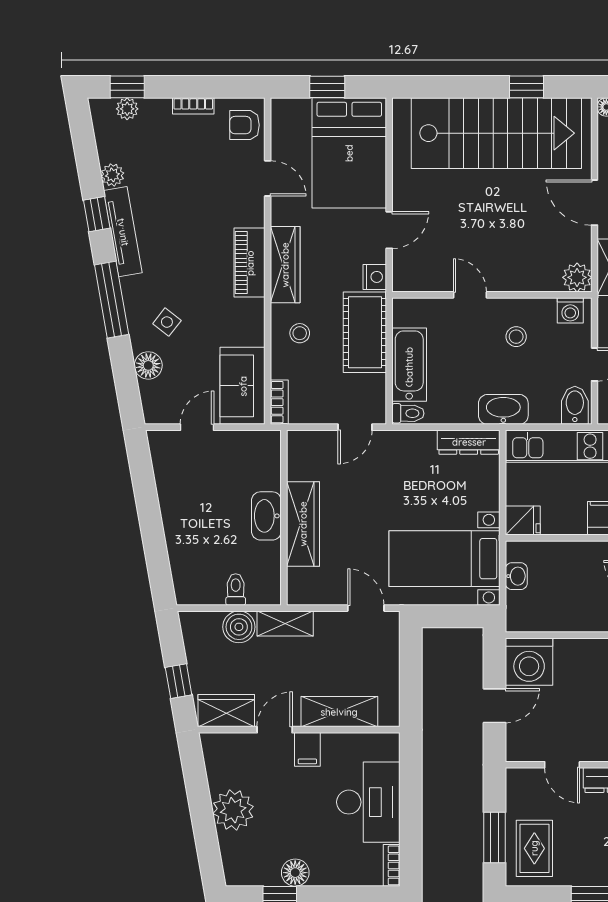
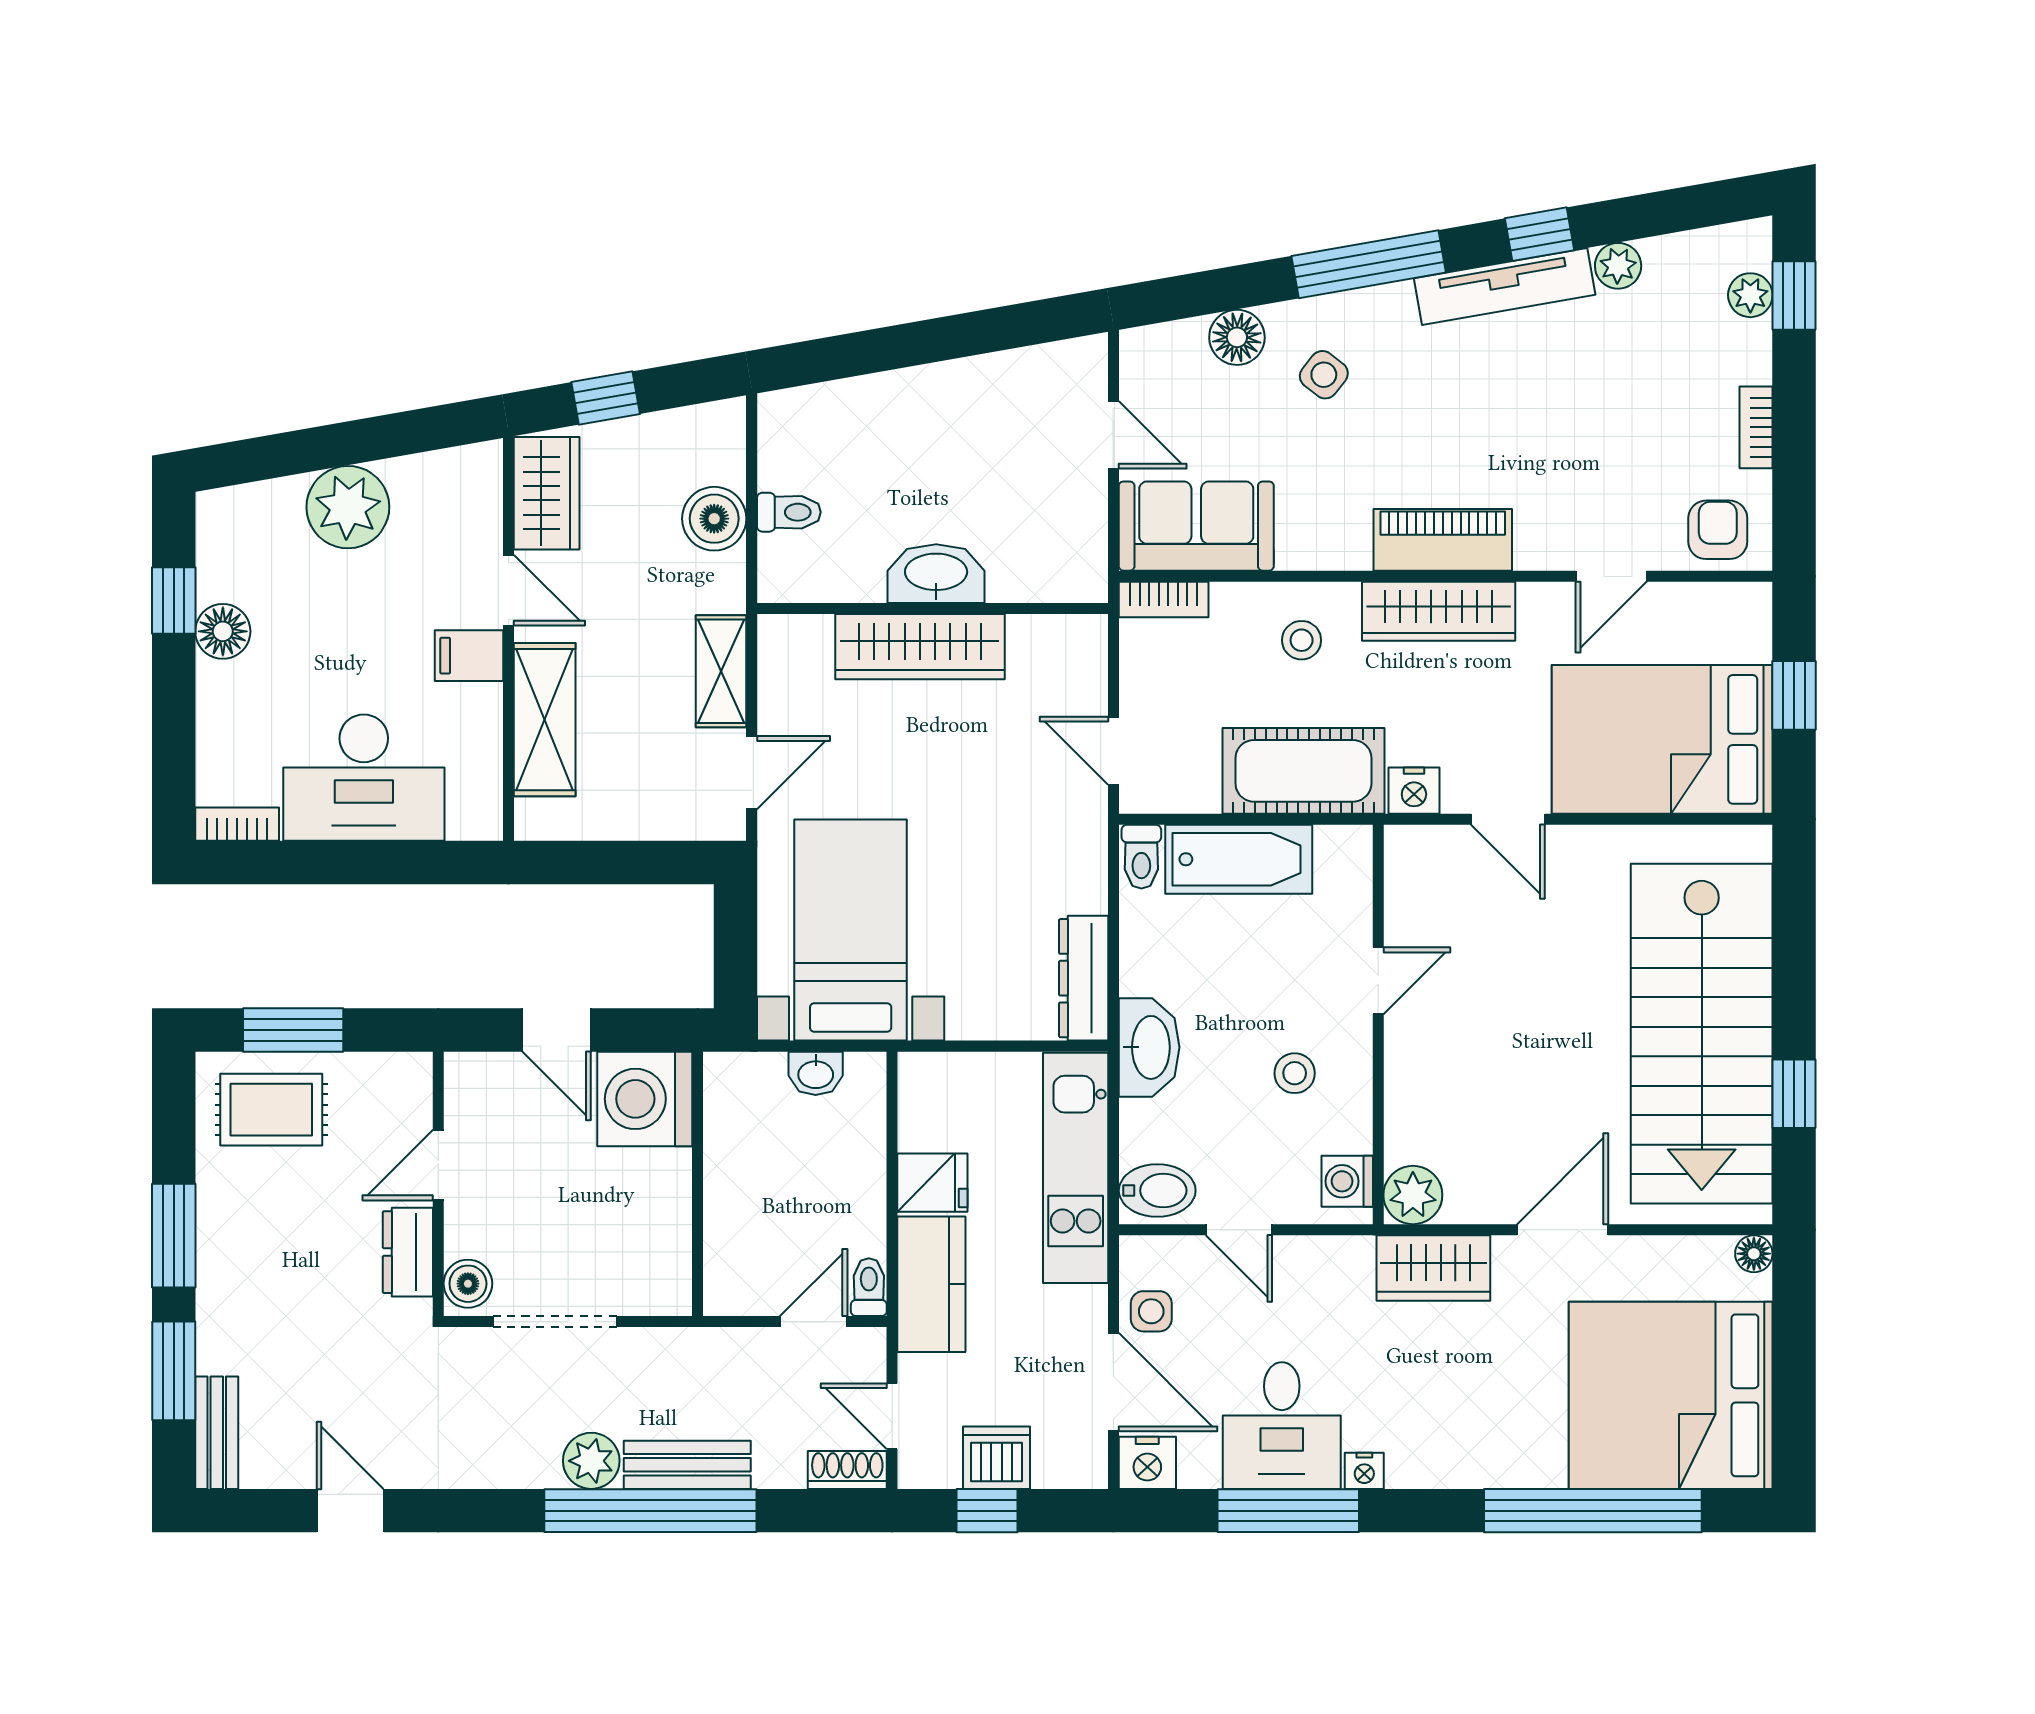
fridge: (523, 521) -> (932, 1183), moved, turned -90
shelving: (285, 623) -> (721, 671), moved

